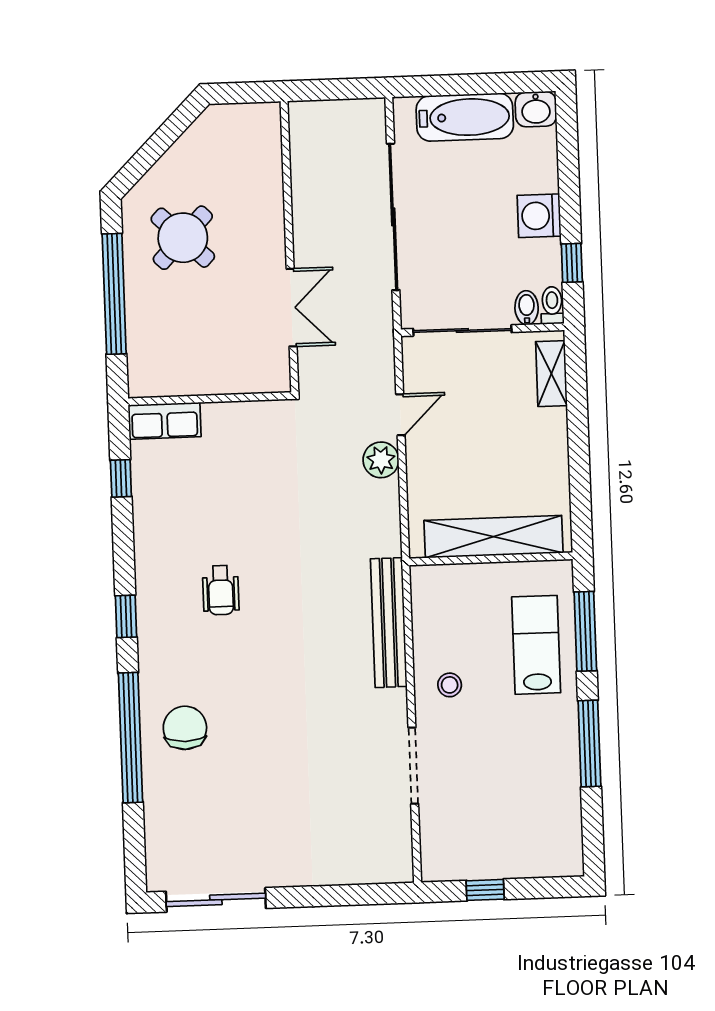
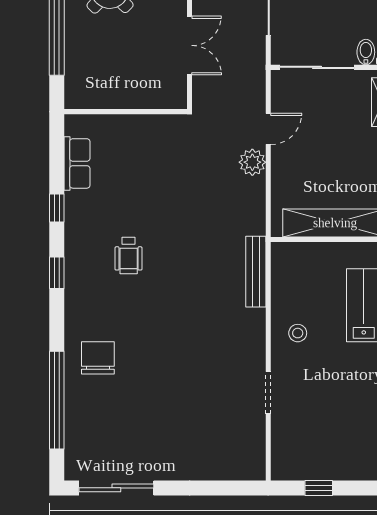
row of seats: (165, 421) -> (77, 163), moved, turned -90
window: (121, 478) -> (57, 208), moved
bench: (389, 623) -> (256, 272), width x0.73, depth x0.82
window: (130, 738) -> (57, 400), moved
doorway: (413, 766) -> (268, 393), width x0.73

